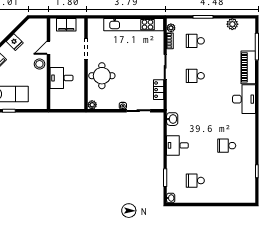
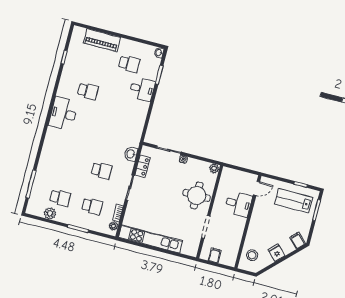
filing cabinet: (66, 25) -> (215, 255), width x0.50
school desk: (227, 41) -> (60, 198), added
door: (48, 48) -> (257, 188), moved
stool: (39, 64) -> (252, 255), moved
piano: (248, 67) -> (102, 40), moved, turned 90
desk: (244, 99) -> (63, 114), moved
washbasin: (172, 119) -> (131, 154), moved
desk: (177, 145) -> (142, 89), moved

